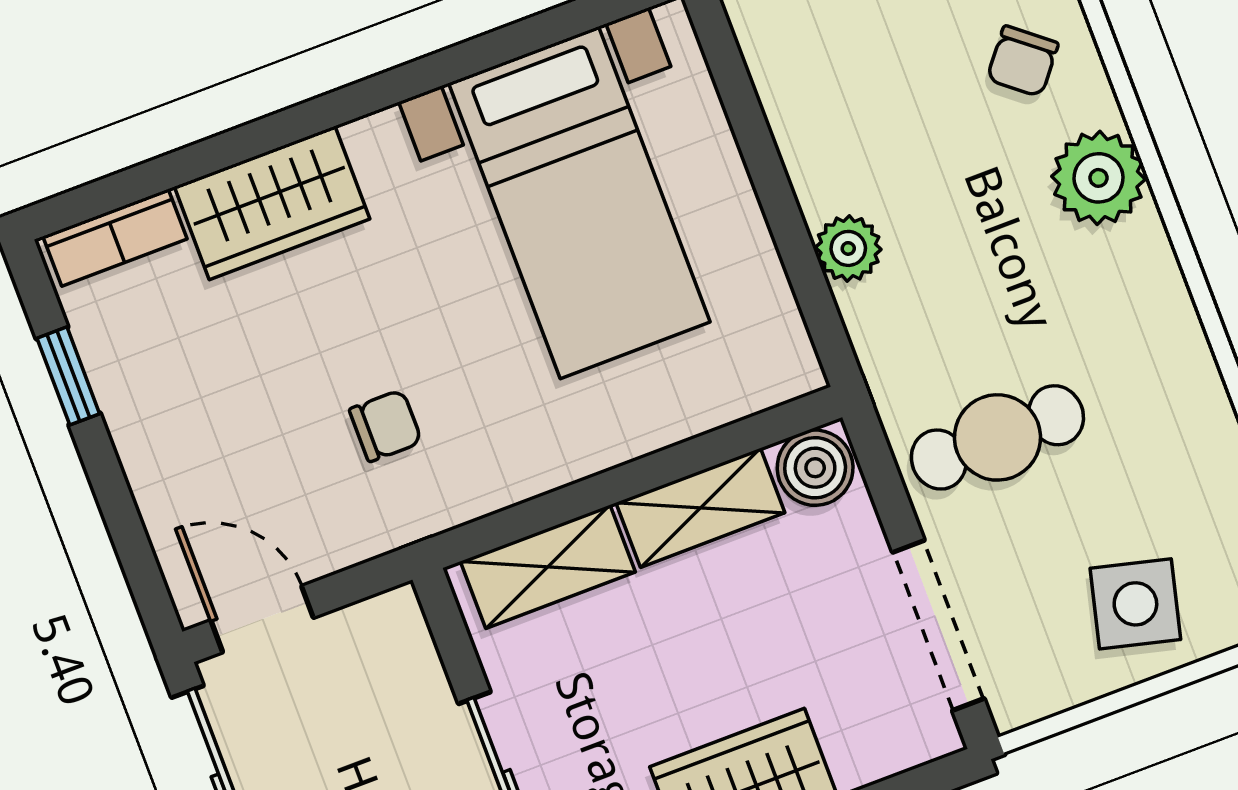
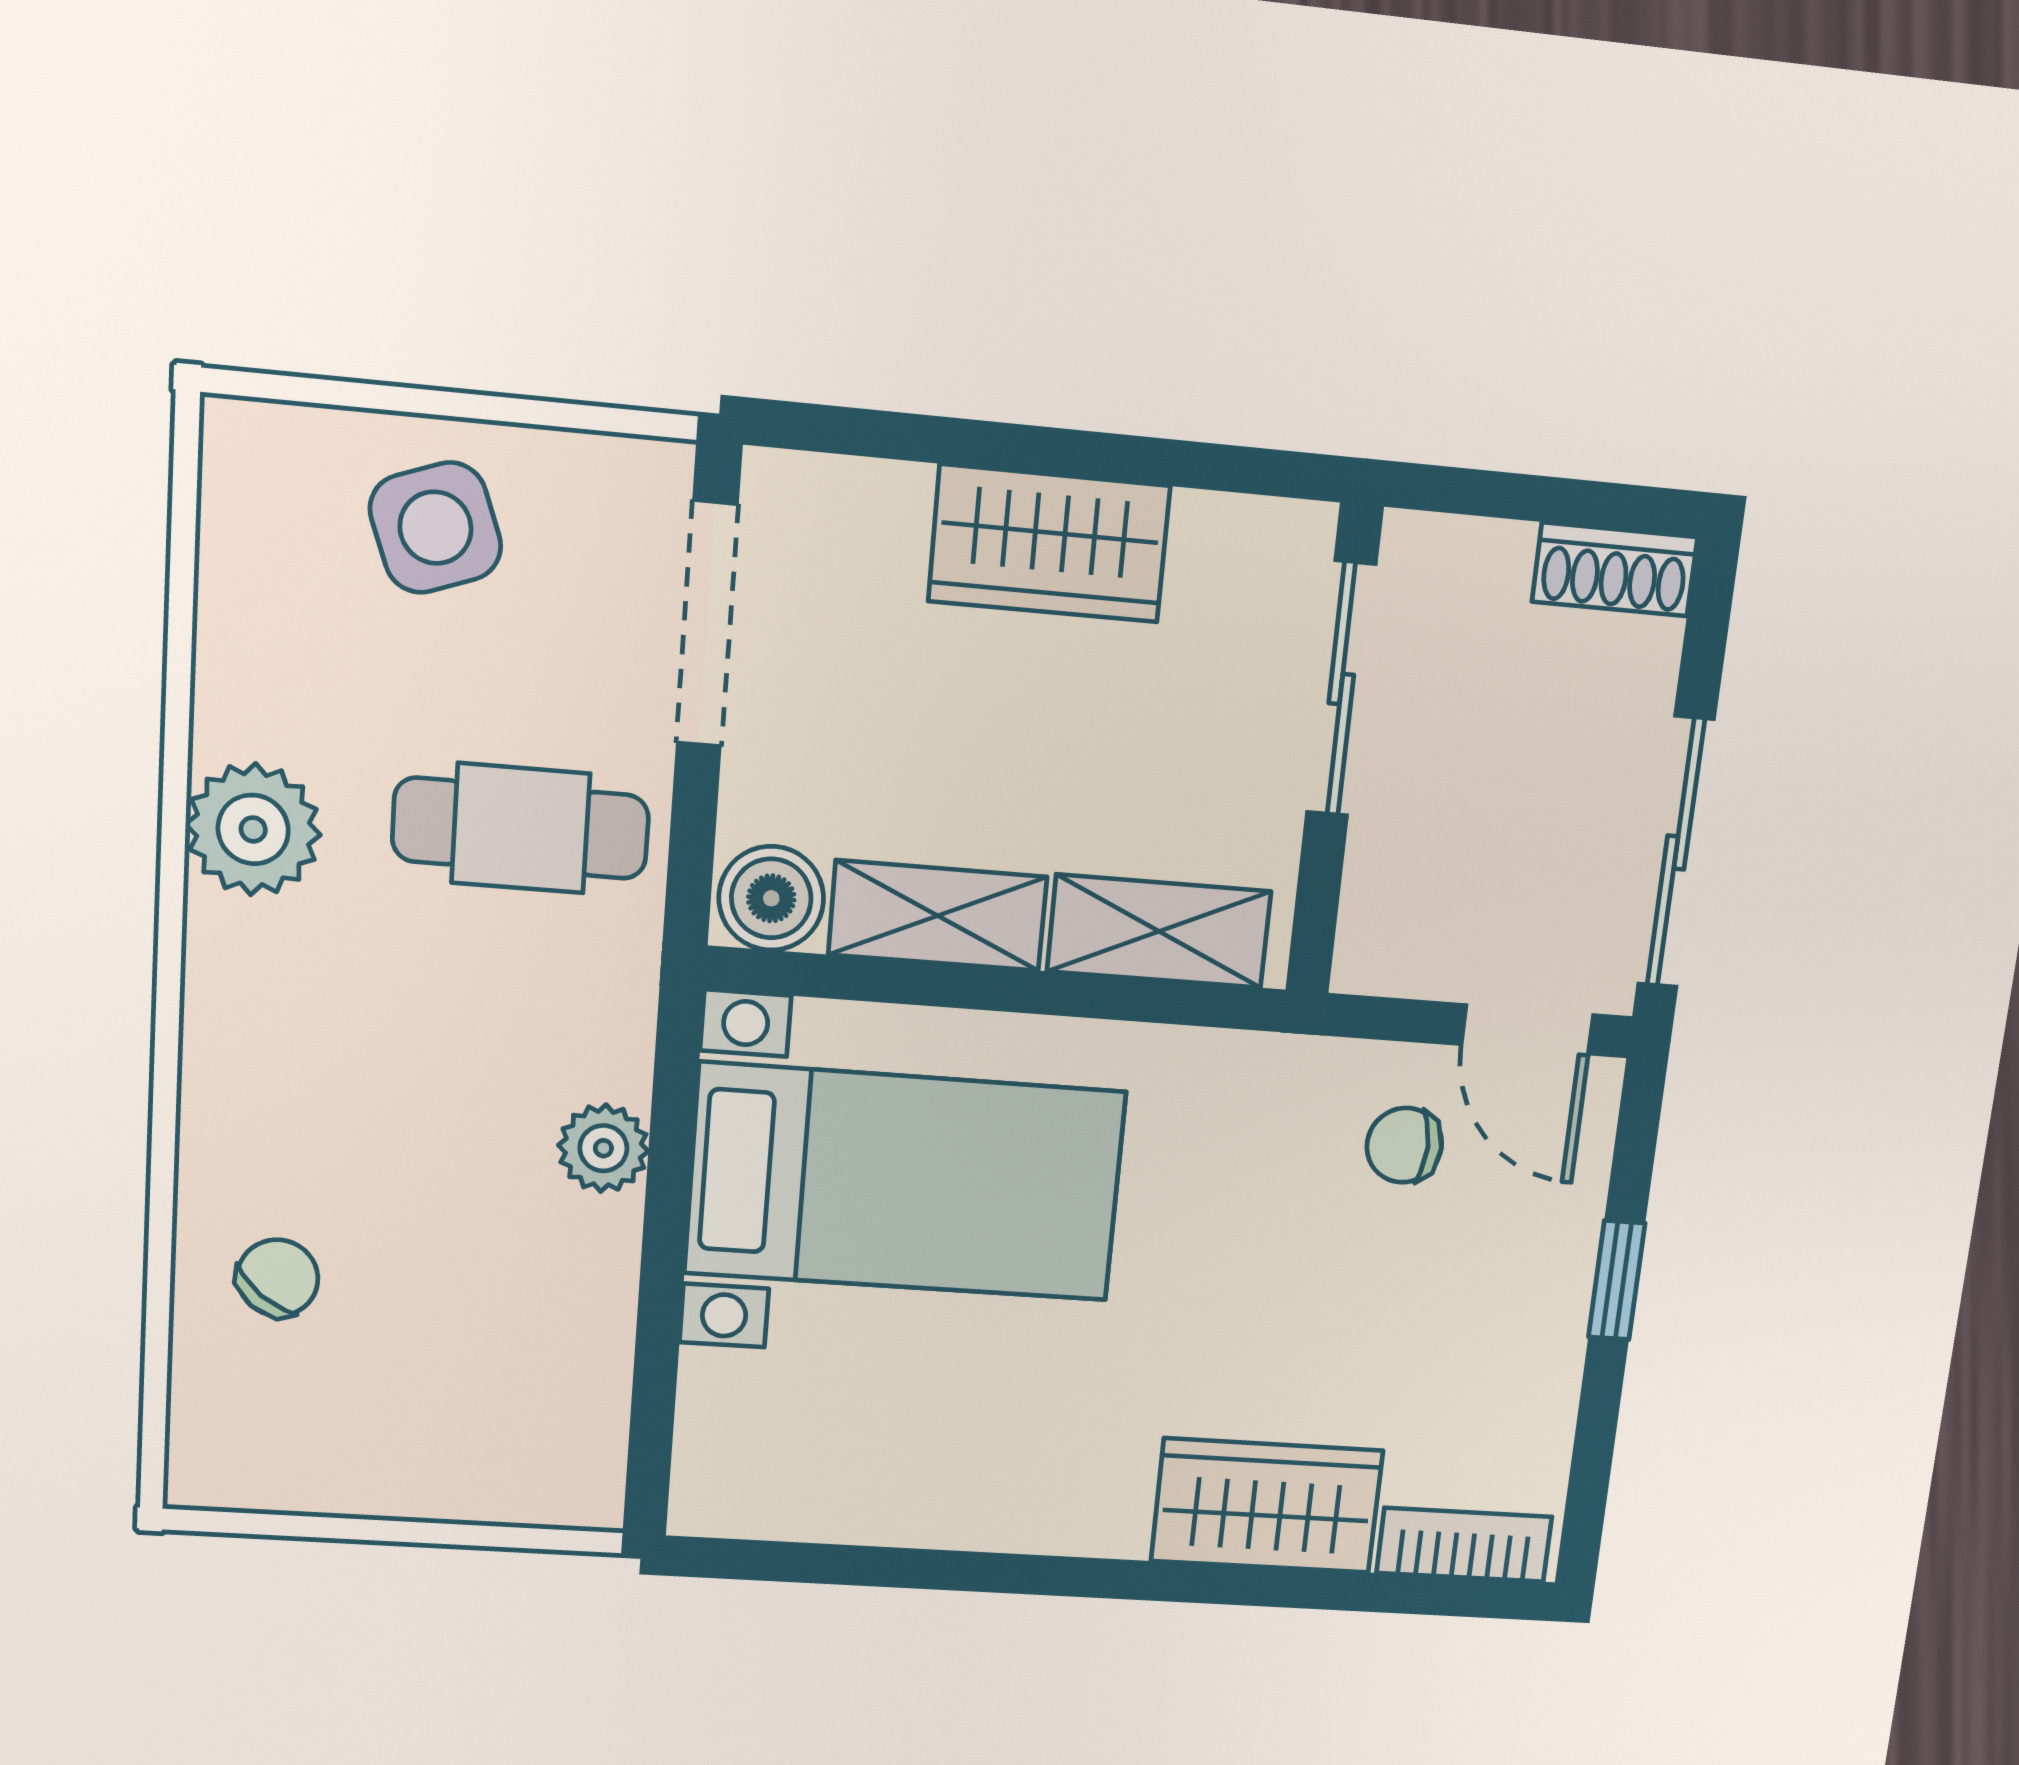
plant: (1099, 178) -> (253, 829), moved
bed with nightstands: (579, 203) -> (905, 1182), moved, turned 90
window: (68, 376) -> (1617, 1280), moved
chair: (386, 426) -> (1404, 1145), moved
side table: (1135, 604) -> (435, 528), turned -34

